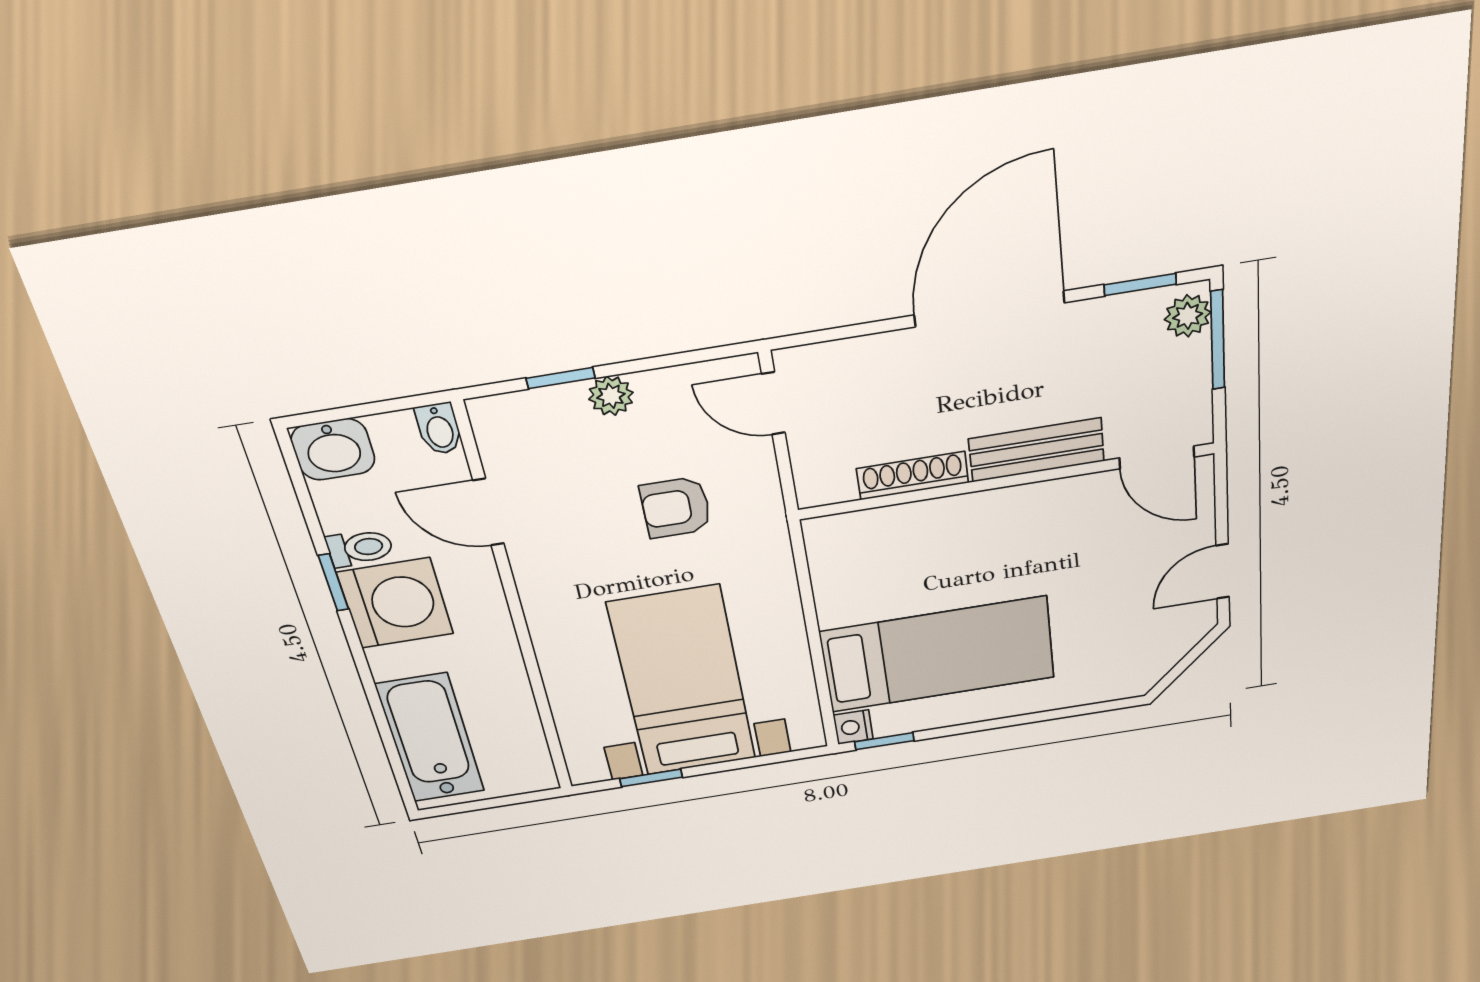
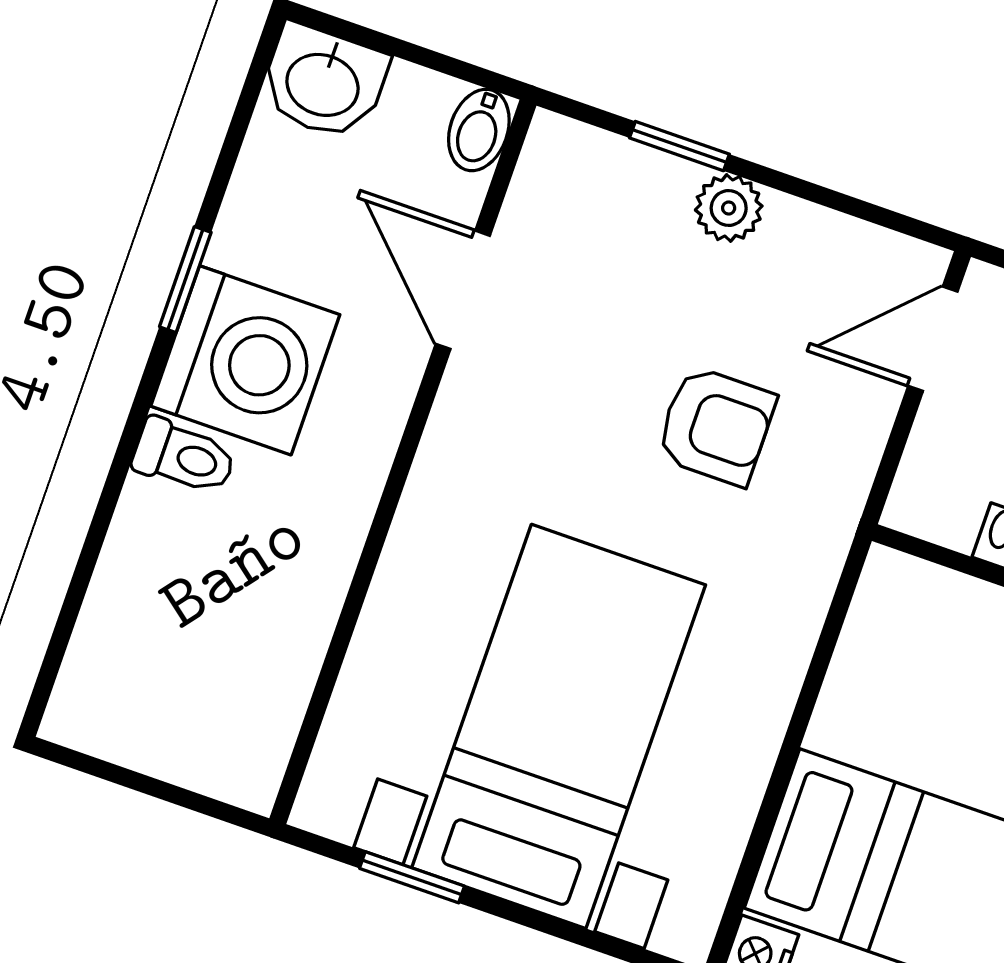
door: (773, 403) -> (933, 339), hinge flipped
armchair: (676, 508) -> (716, 426), turned 180
toilet: (360, 548) -> (184, 457), moved
bathtub: (430, 738) -> (141, 616), removed

